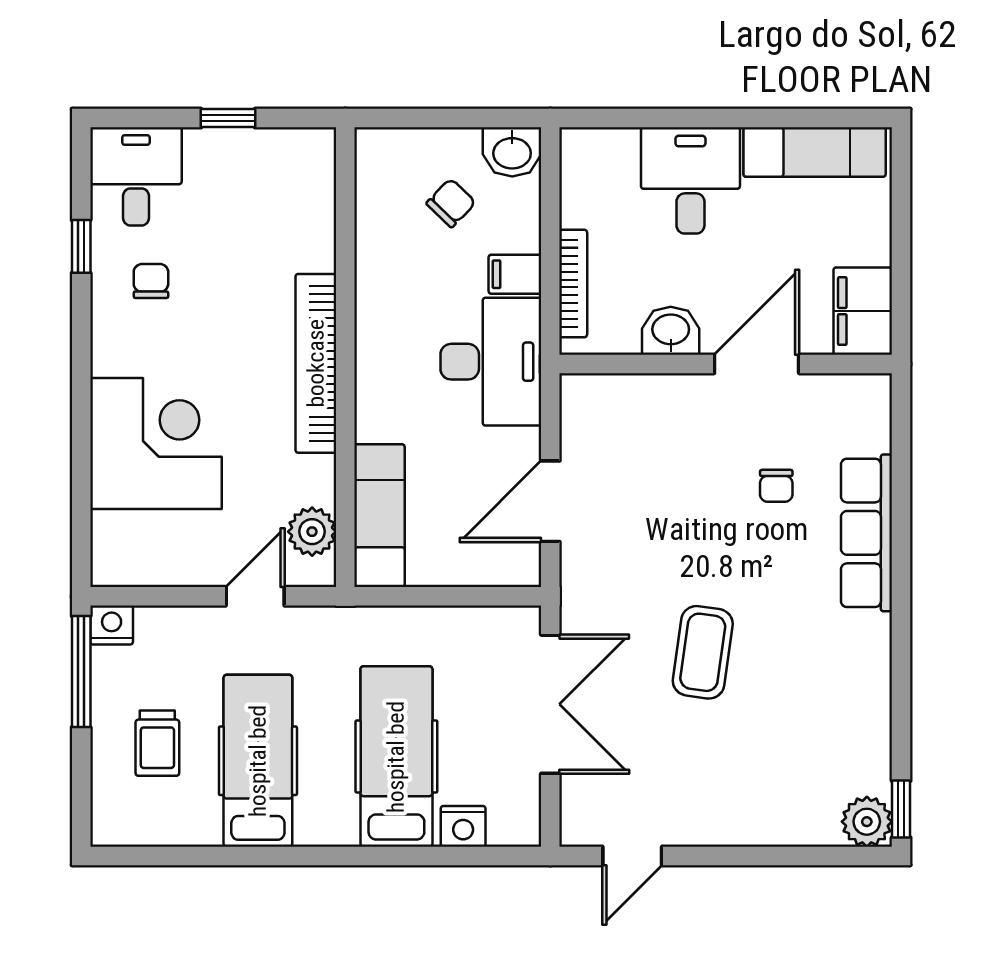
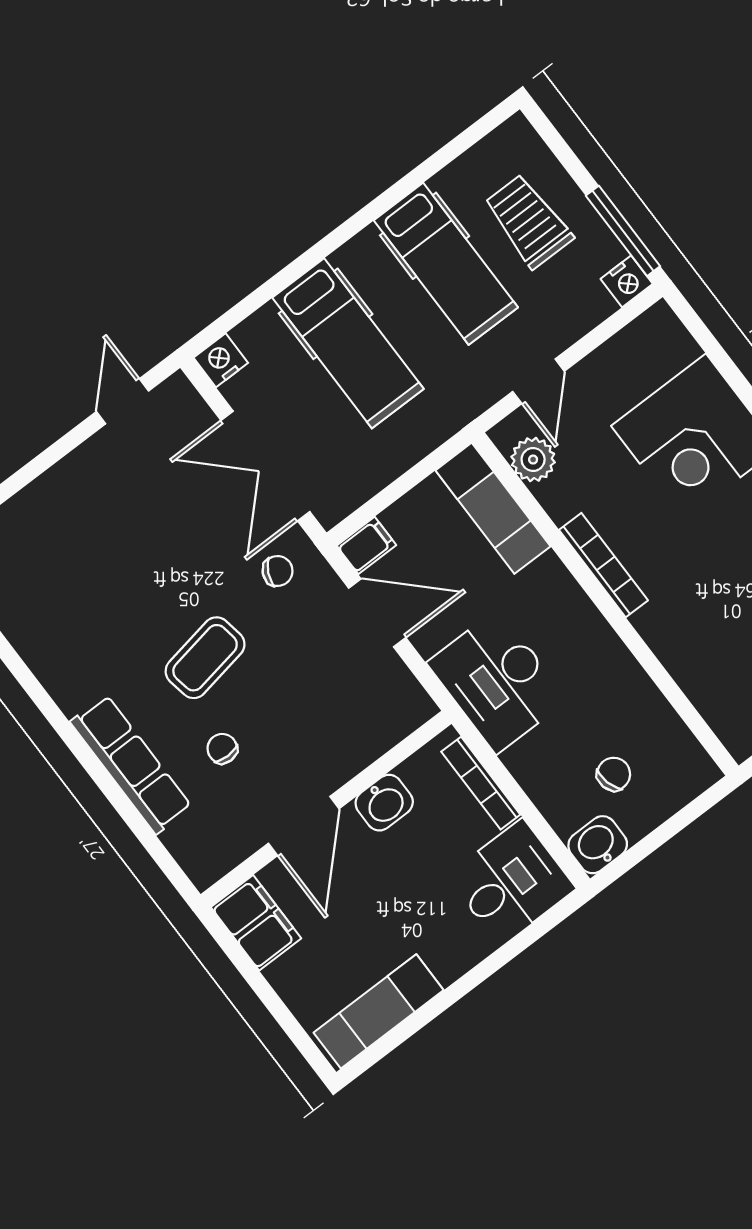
desk: (690, 180) -> (511, 882), moved, turned -90
chair: (451, 203) -> (614, 774), turned -148
filing cabinet: (515, 274) -> (366, 545), moved
bookcase: (316, 363) -> (604, 565), width x0.68, depth x0.76
door: (550, 501) -> (377, 613), hinge flipped
chair: (610, 604) -> (278, 571), added
coffee table: (703, 652) -> (205, 658), moved, turned 72
trolley: (157, 743) -> (528, 221), width x1.36, depth x1.39
nightstand: (463, 826) -> (221, 360), moved

